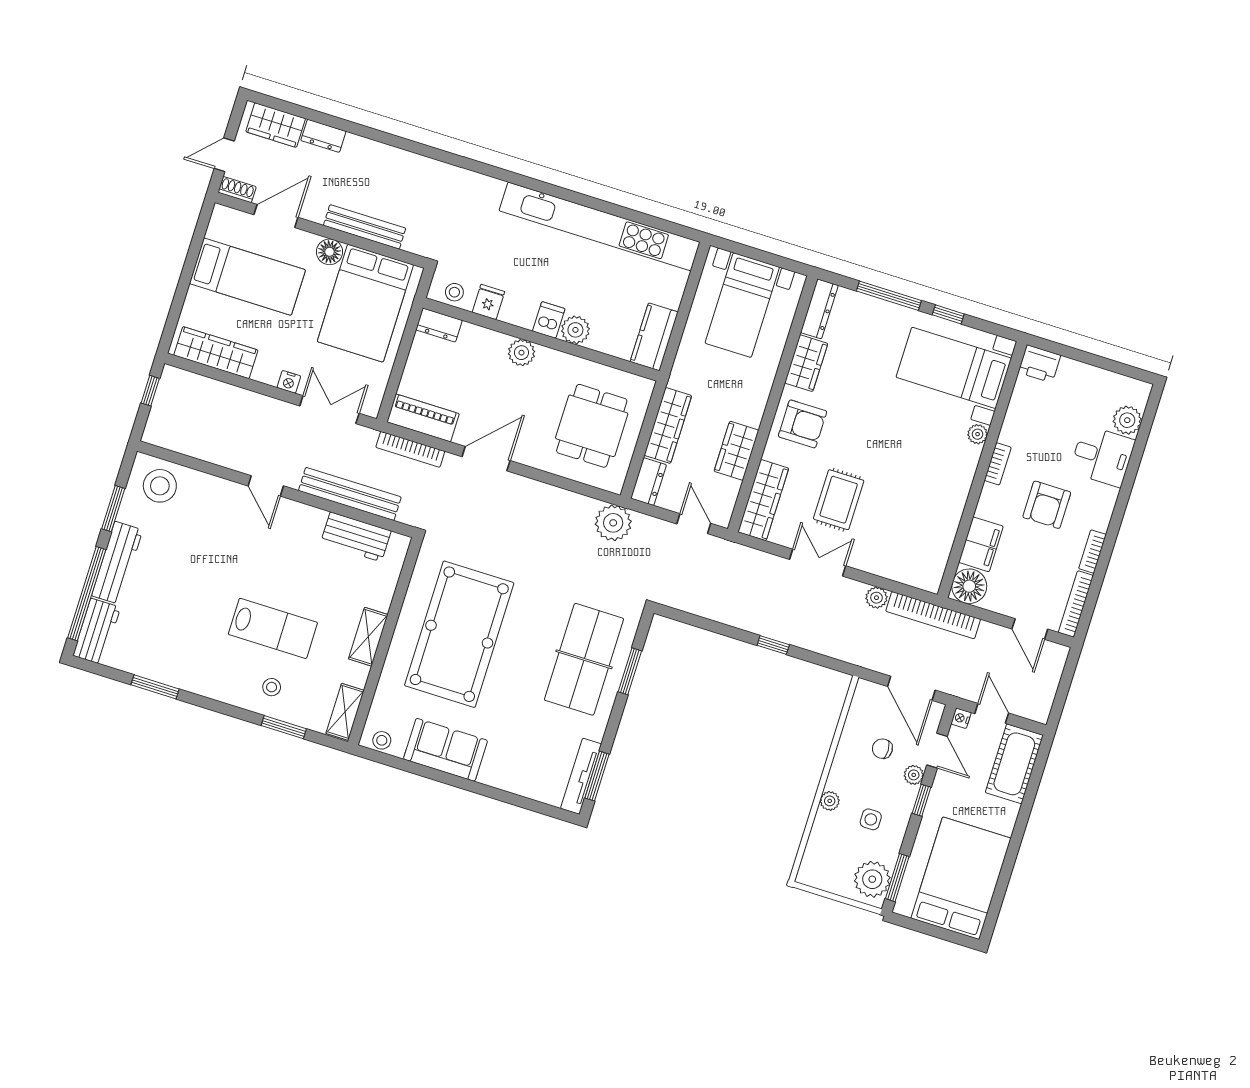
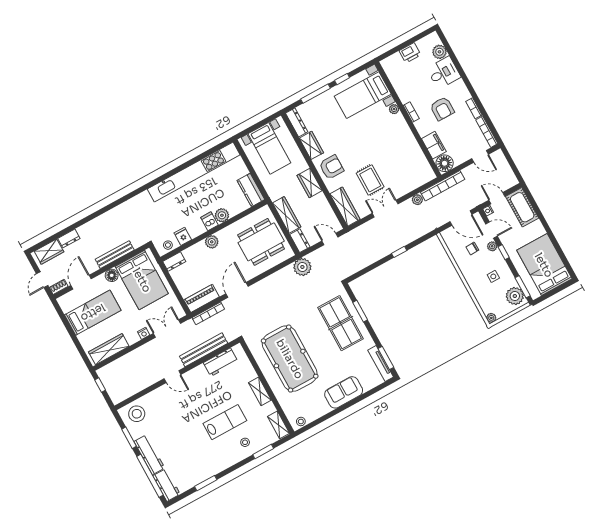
printer: (1039, 364) -> (410, 53), moved
dining table: (592, 426) -> (261, 242), width x1.37
wardrobe: (736, 451) -> (310, 183), moved
sofa: (445, 750) -> (344, 392), moved
plant: (830, 801) -> (491, 318), moved

